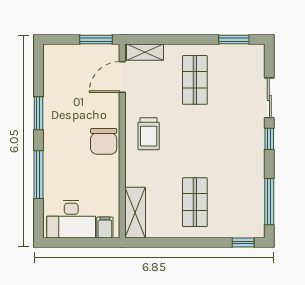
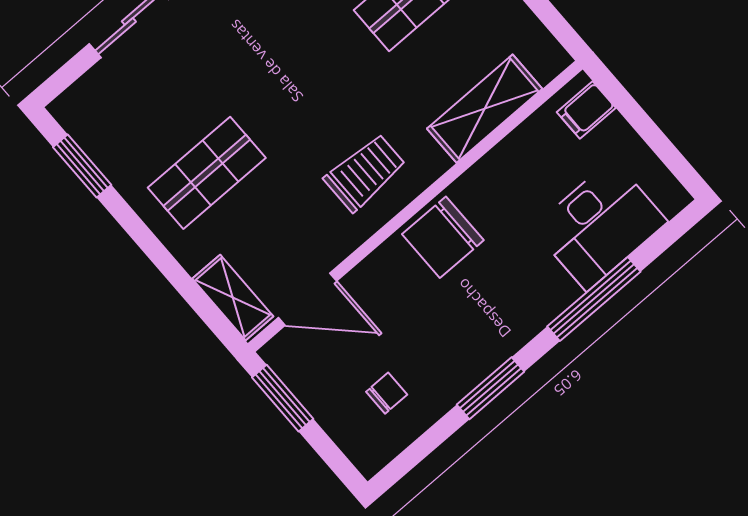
chair: (67, 76) -> (387, 393), added
chair: (104, 141) -> (443, 237), turned 180
shelving: (135, 213) -> (485, 109), moved
desk: (71, 219) -> (600, 225), moved, turned 90

